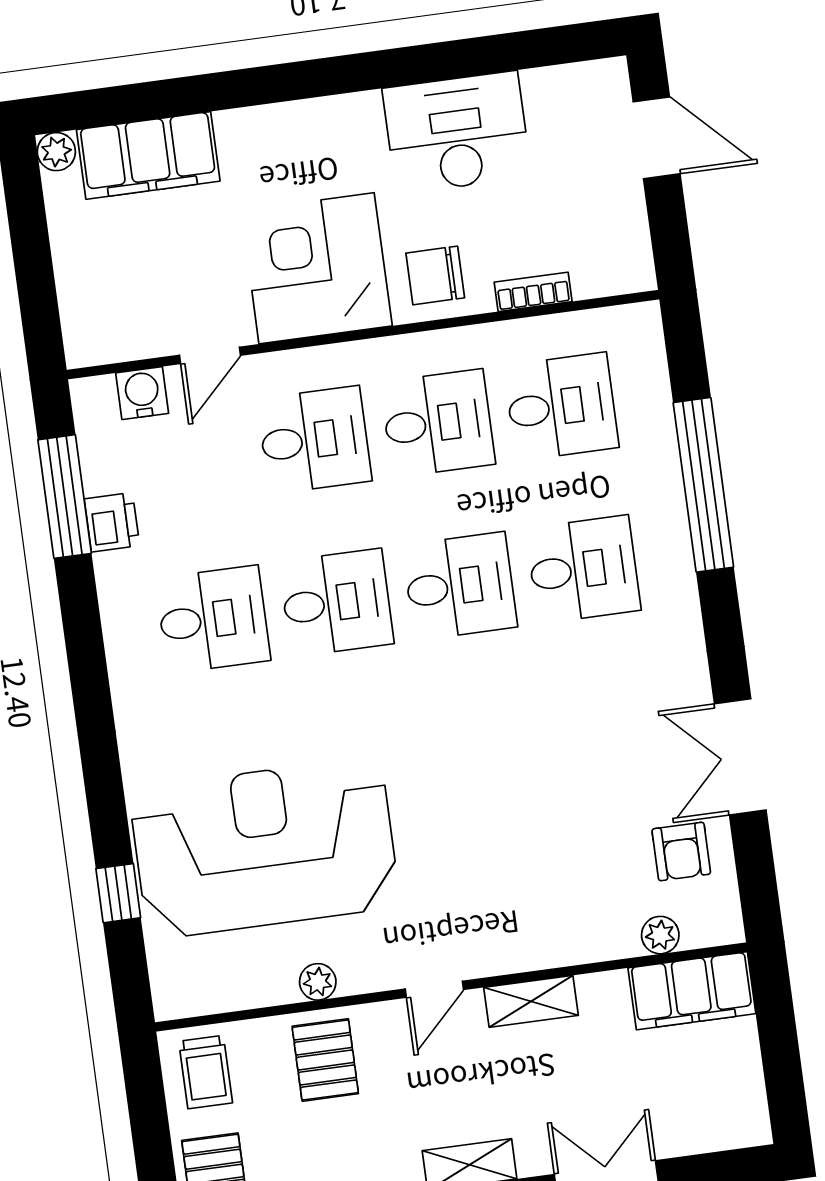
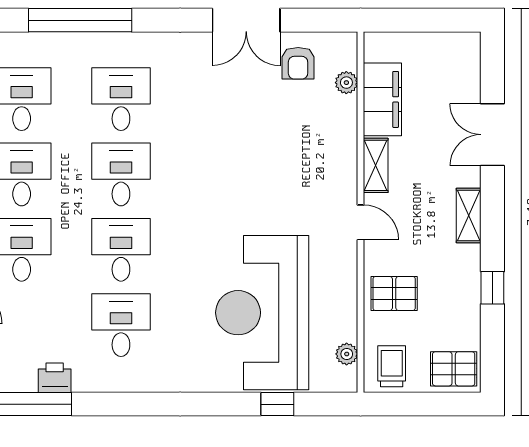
armchair: (681, 851) -> (298, 63), turned 90
plant: (318, 982) -> (347, 354), moved
filing cabinet: (692, 991) -> (382, 99), moved
trolley: (206, 1072) -> (392, 366), turned -90

